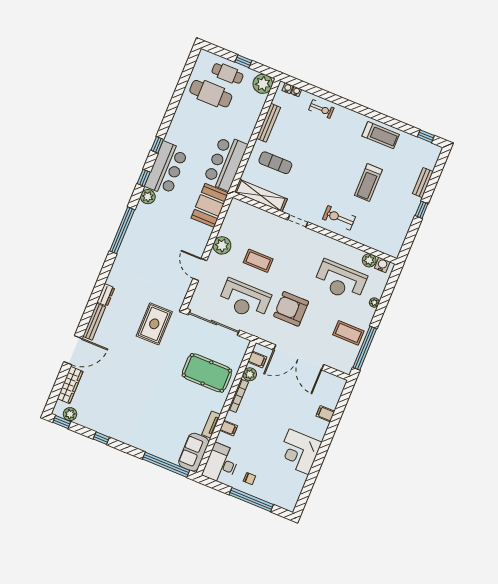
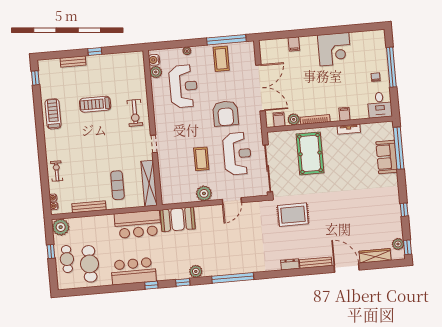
bar counter: (166, 169) -> (134, 271), moved
treadmill: (368, 182) -> (95, 104), turned 180
sofa: (194, 452) -> (387, 157), moved, turned 90
desk: (221, 464) -> (380, 105), width x0.73

